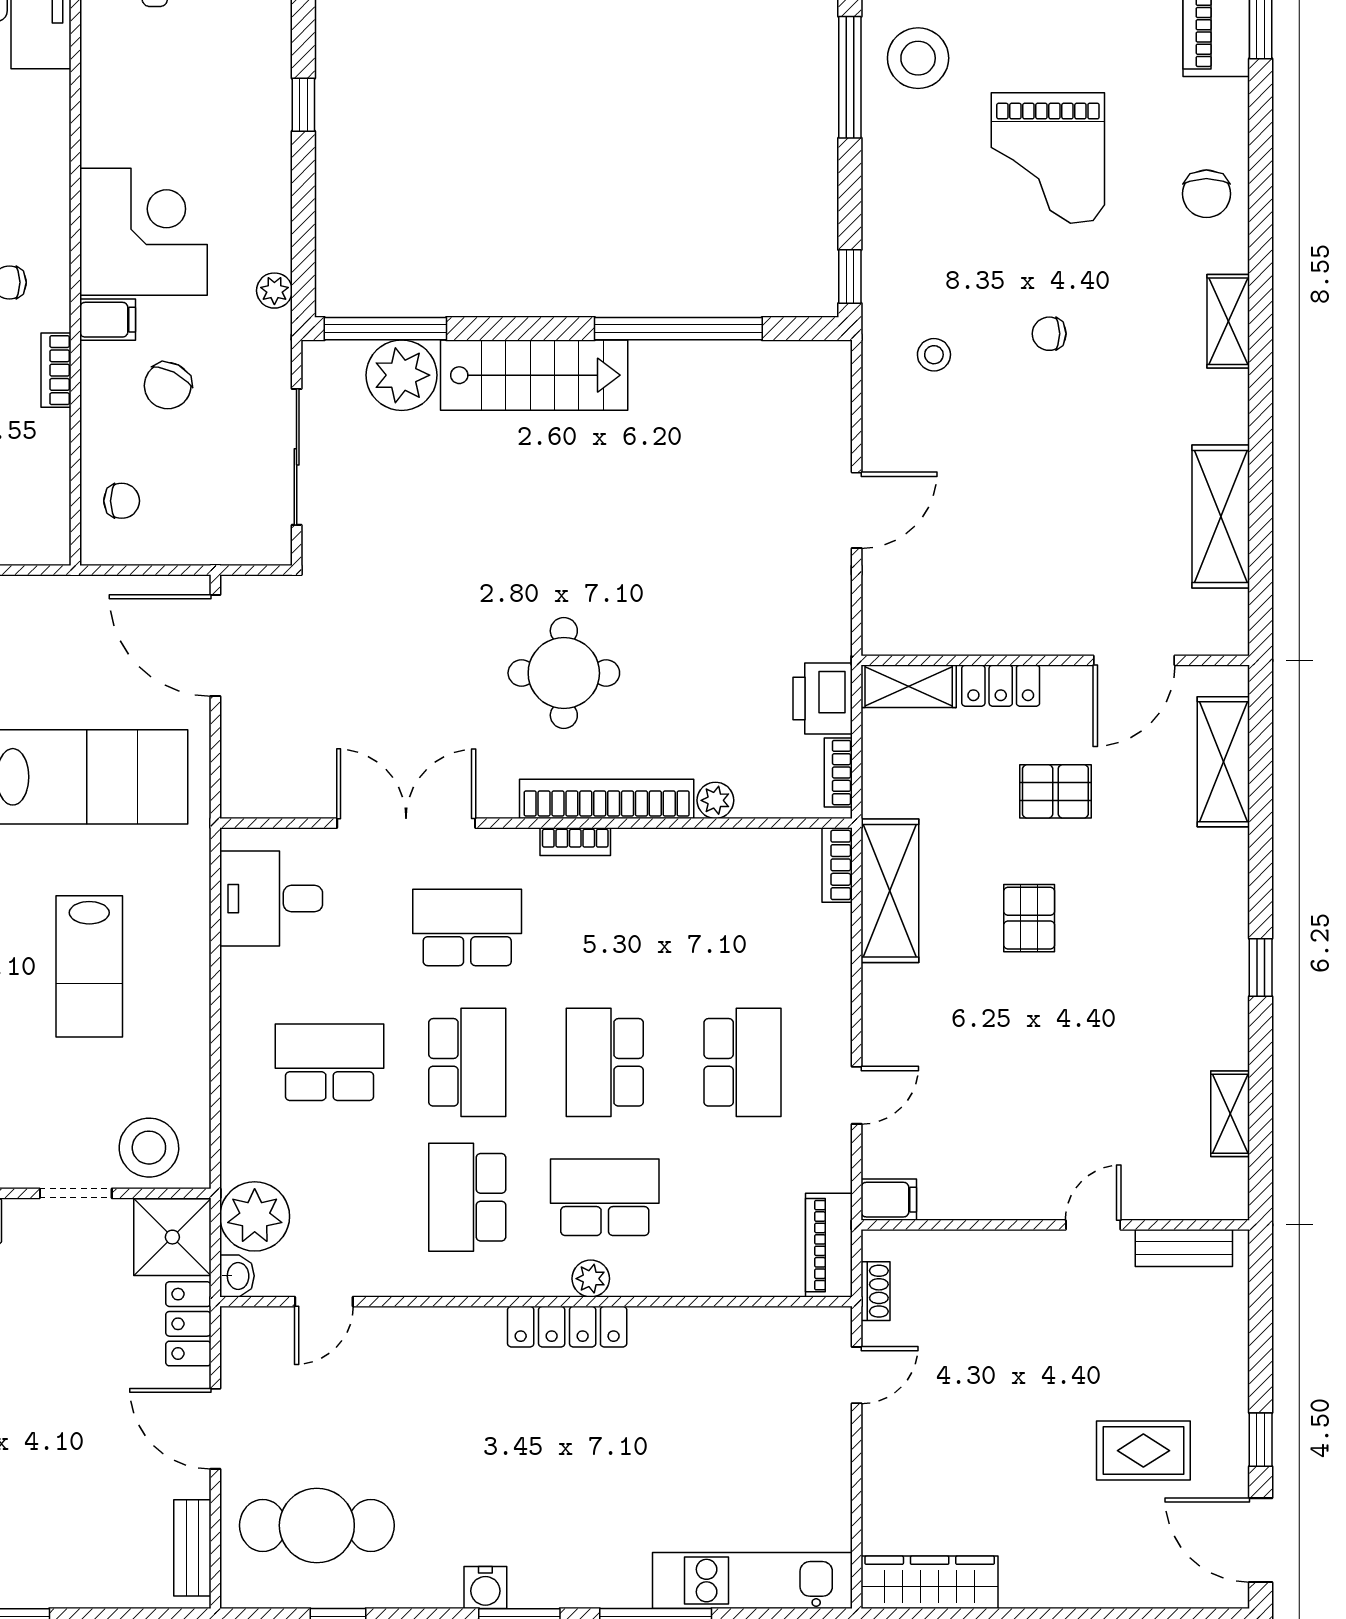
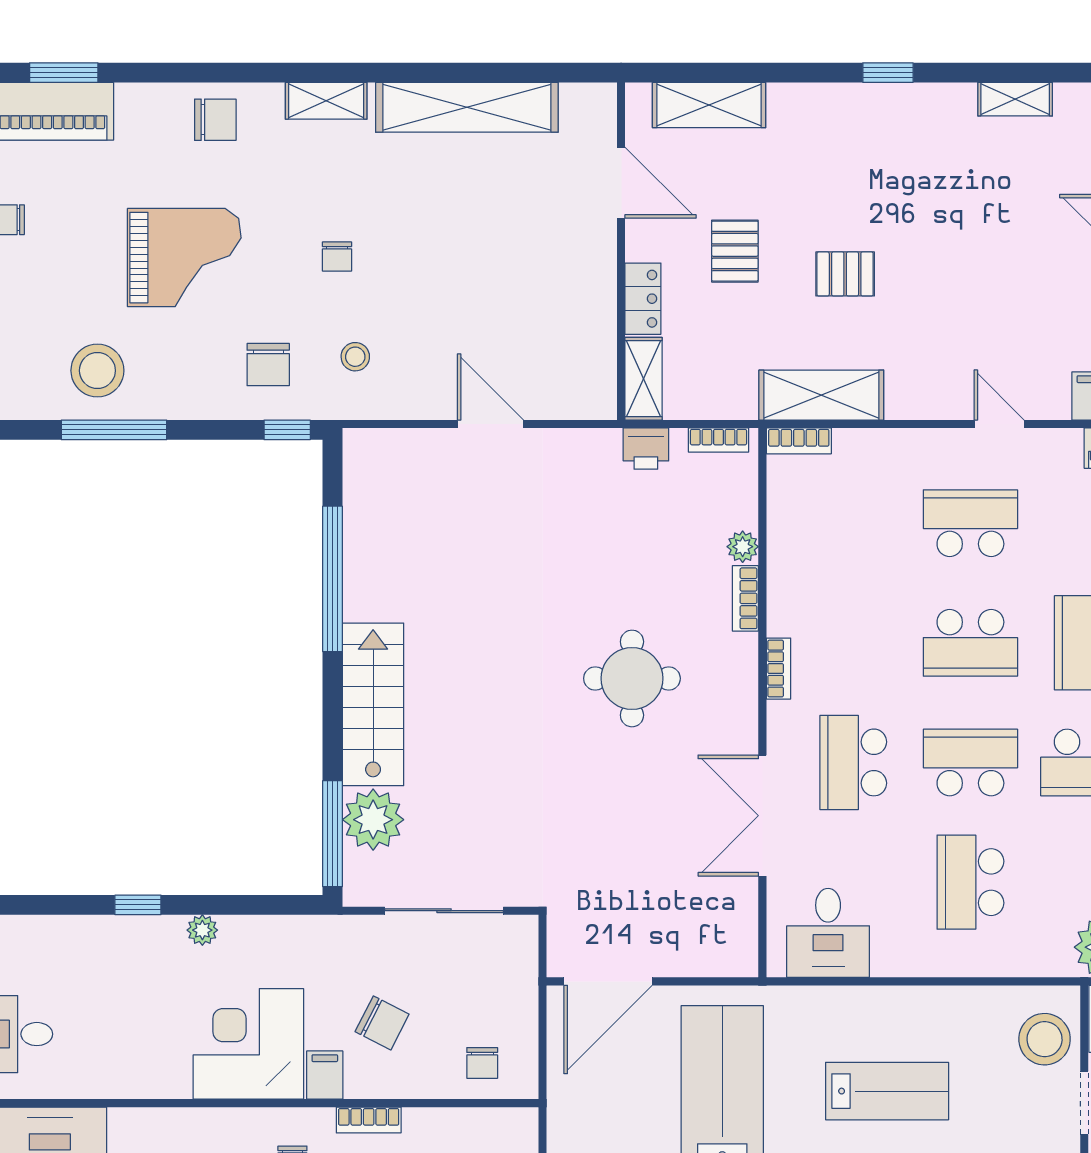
chair: (925, 255) -> (268, 365), added
plant: (274, 291) -> (202, 930), moved
chair: (122, 501) -> (482, 1063), turned 180
shelving: (1221, 517) -> (467, 107), width x1.47
printer: (823, 699) -> (646, 449), width x0.73, depth x0.81
bookcase: (607, 799) -> (745, 598), width x0.43, depth x0.76

